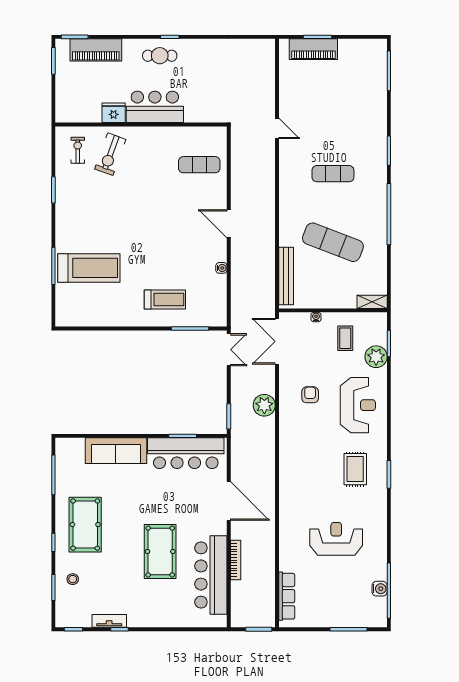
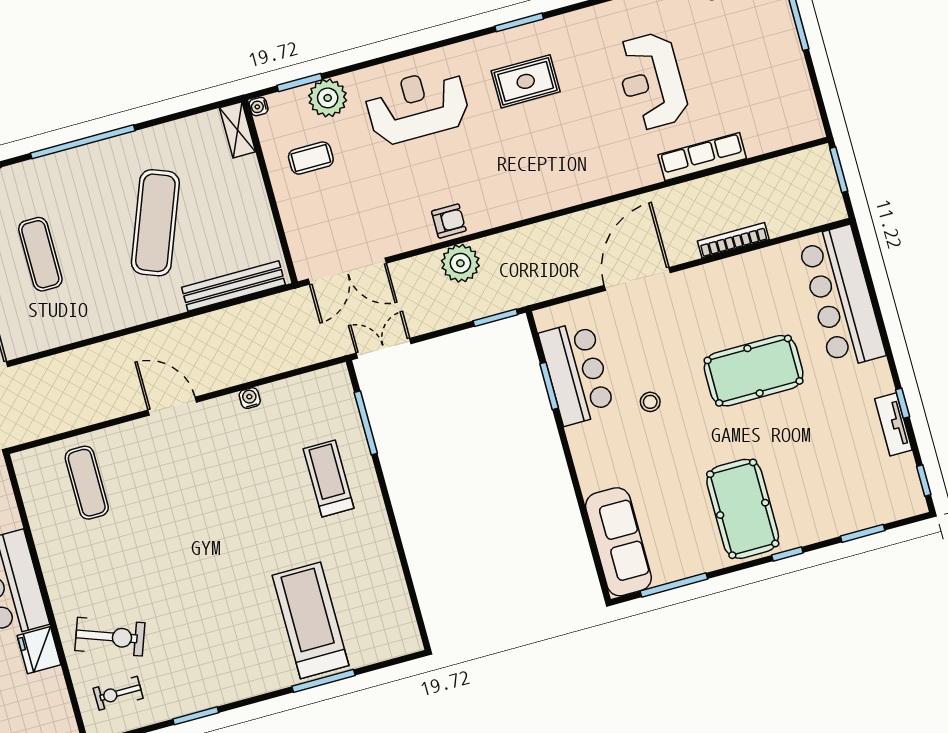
door: (229, 224) -> (172, 406), swing flipped
water cooler: (316, 317) -> (259, 107), moved
armchair: (310, 395) -> (449, 221), moved, turned 180
sofa: (116, 451) -> (618, 542), moved
bar counter: (186, 453) -> (577, 373), width x0.73
pool table: (85, 525) -> (743, 509), turned 90
bar counter: (211, 575) -> (841, 297), moved, turned 90
stool: (73, 579) -> (650, 402), moved
row of seats: (287, 596) -> (702, 157), moved

